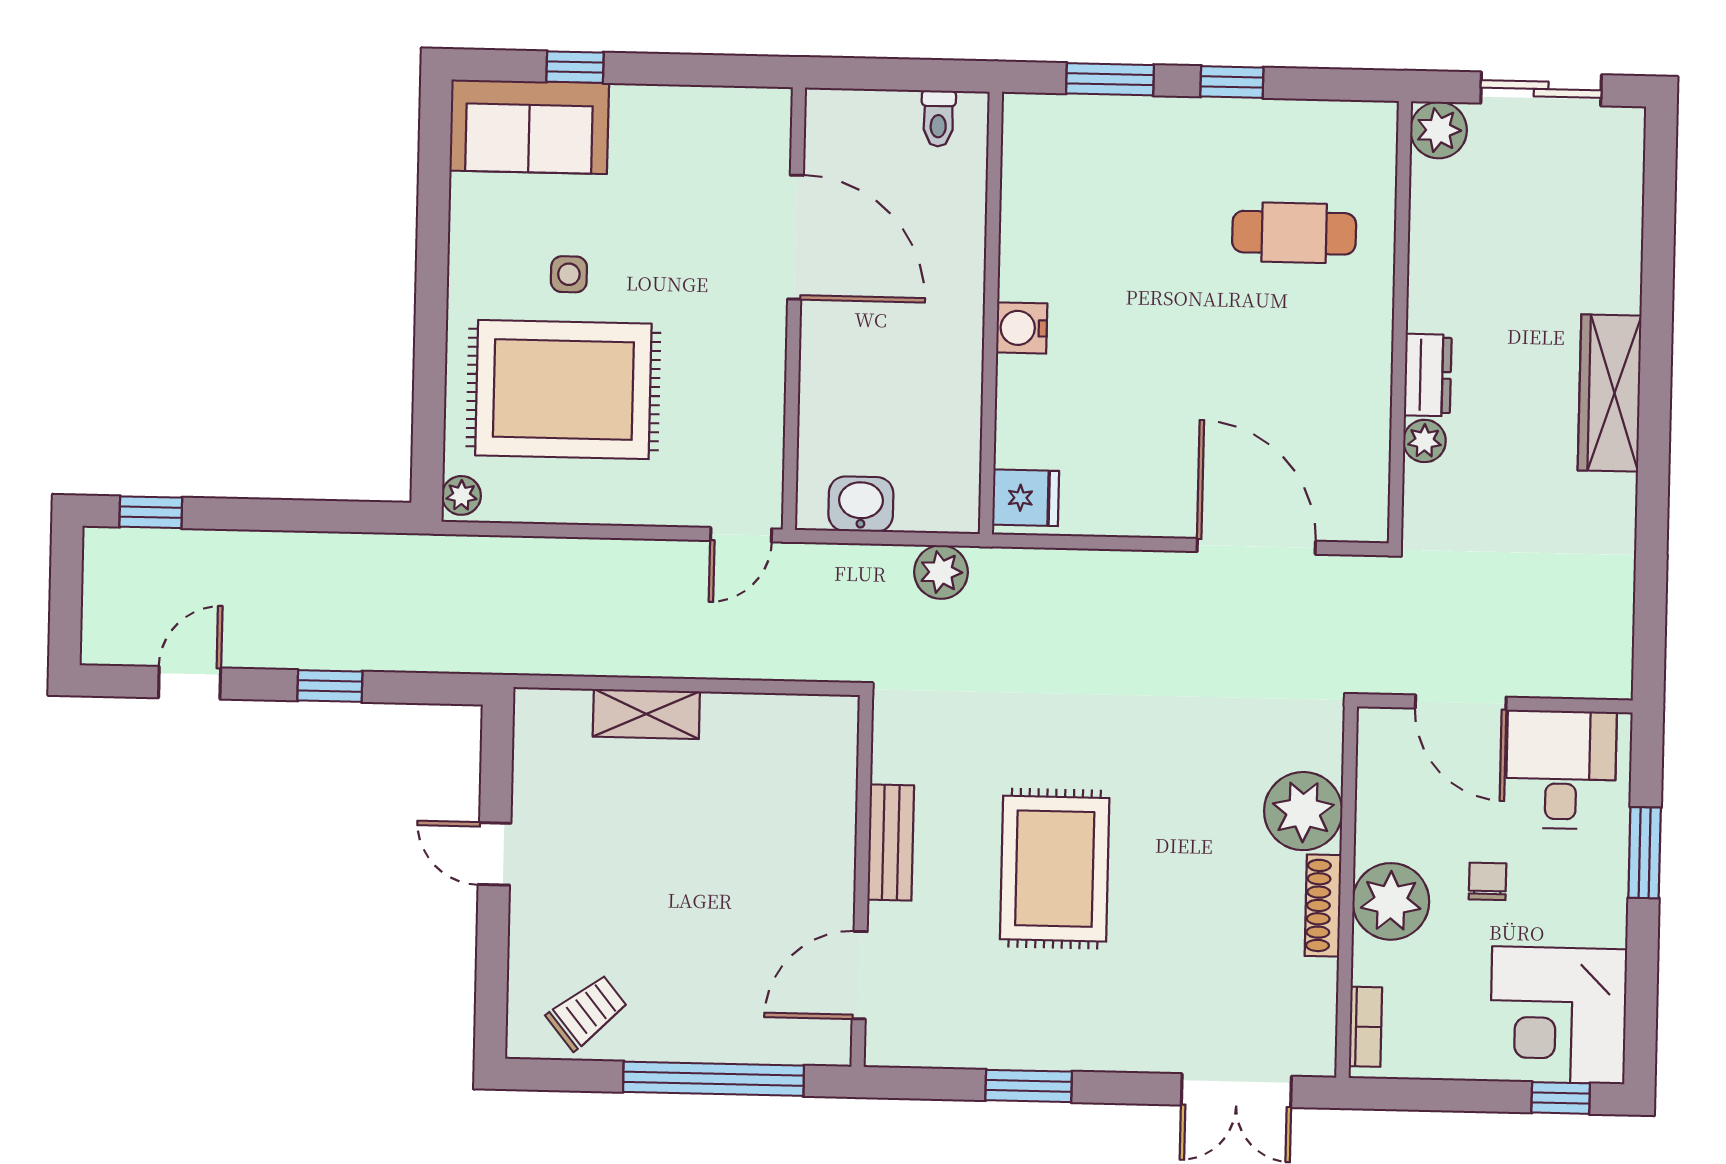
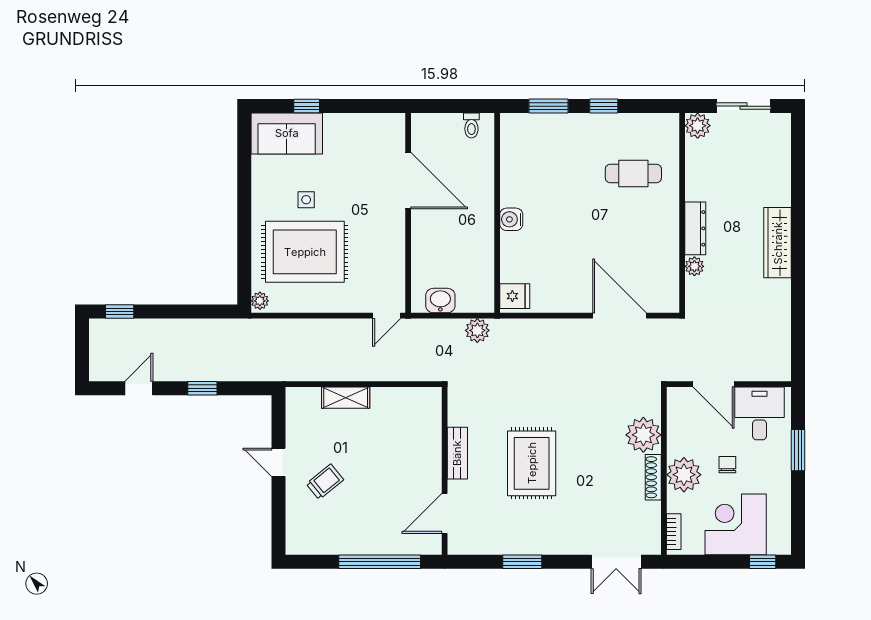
dresser: (1428, 375) -> (695, 228), width x1.44
trolley: (587, 1012) -> (325, 482), moved
corner desk: (1558, 1015) -> (736, 524), moved, turned 90

